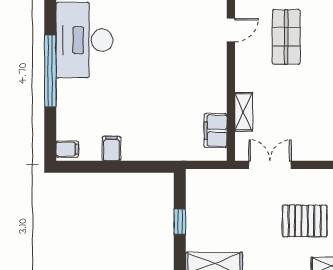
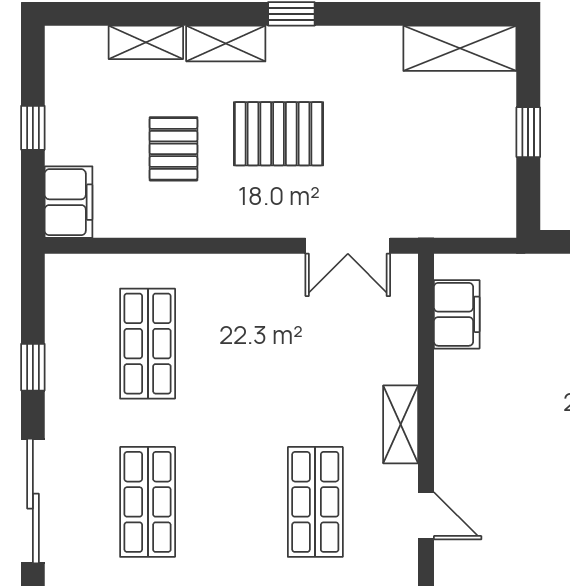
door: (231, 30) -> (426, 516), swing flipped
shelving: (244, 112) -> (401, 424), moved

